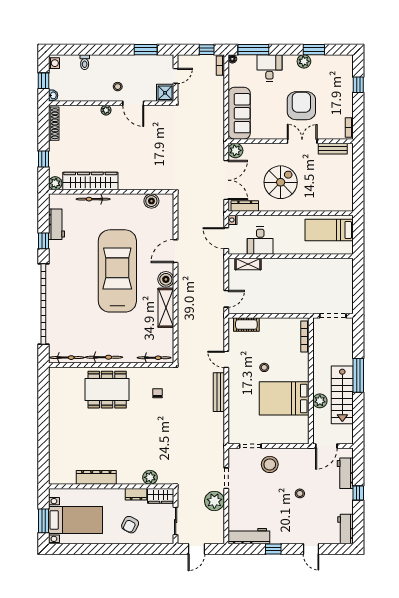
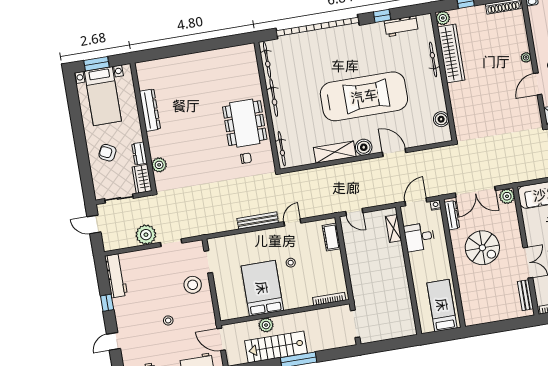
dining table: (107, 390) -> (245, 123), moved

